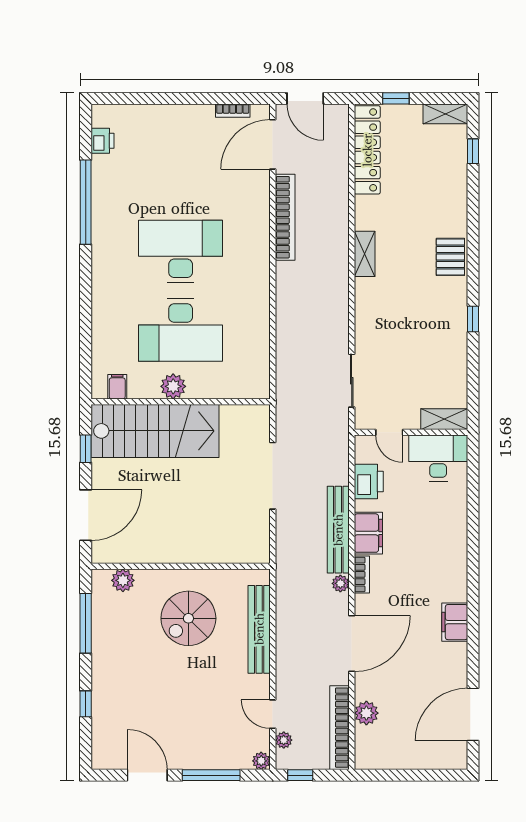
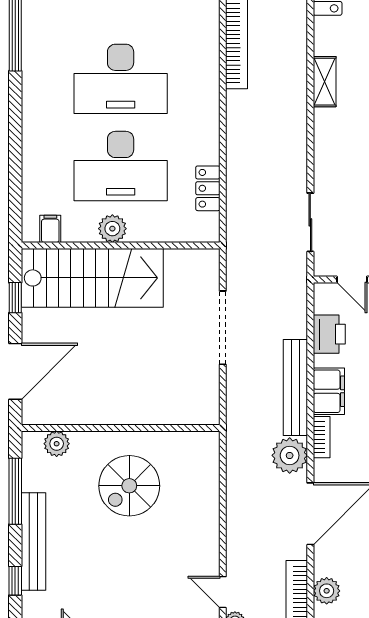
desk: (181, 251) -> (121, 79), turned 180
locker: (259, 350) -> (208, 188), added
plant: (340, 583) -> (290, 455), width x1.88, depth x1.88
bench: (259, 629) -> (33, 542), moved

